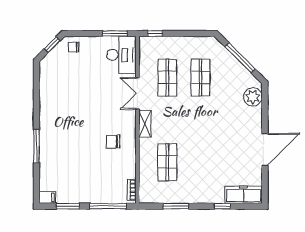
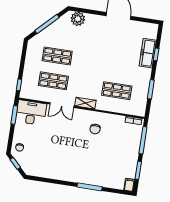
freezer: (244, 195) -> (148, 53), moved

